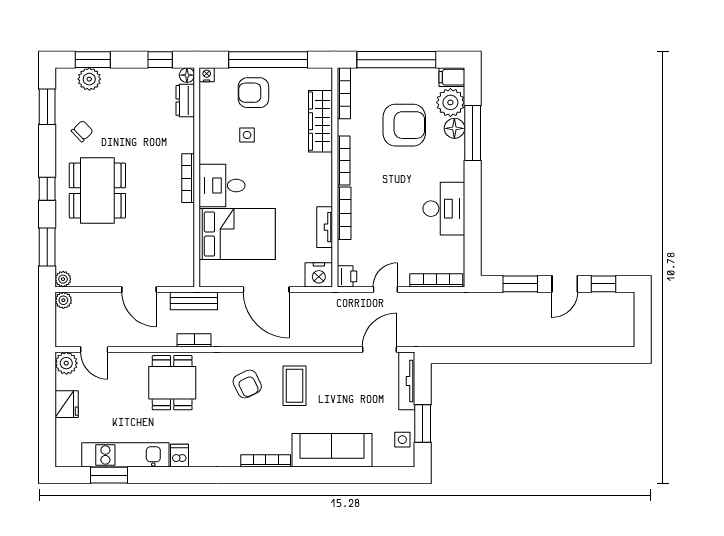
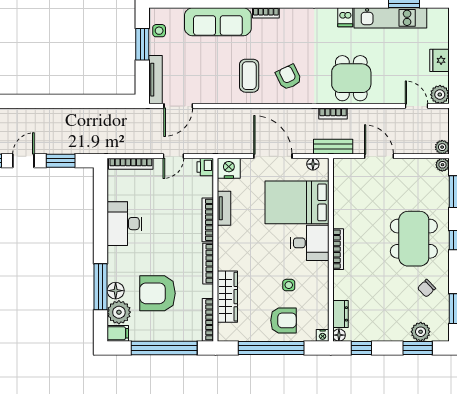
floor lamp: (218, 280) -> (313, 164), added
bookcase: (266, 461) -> (266, 13), width x0.64

